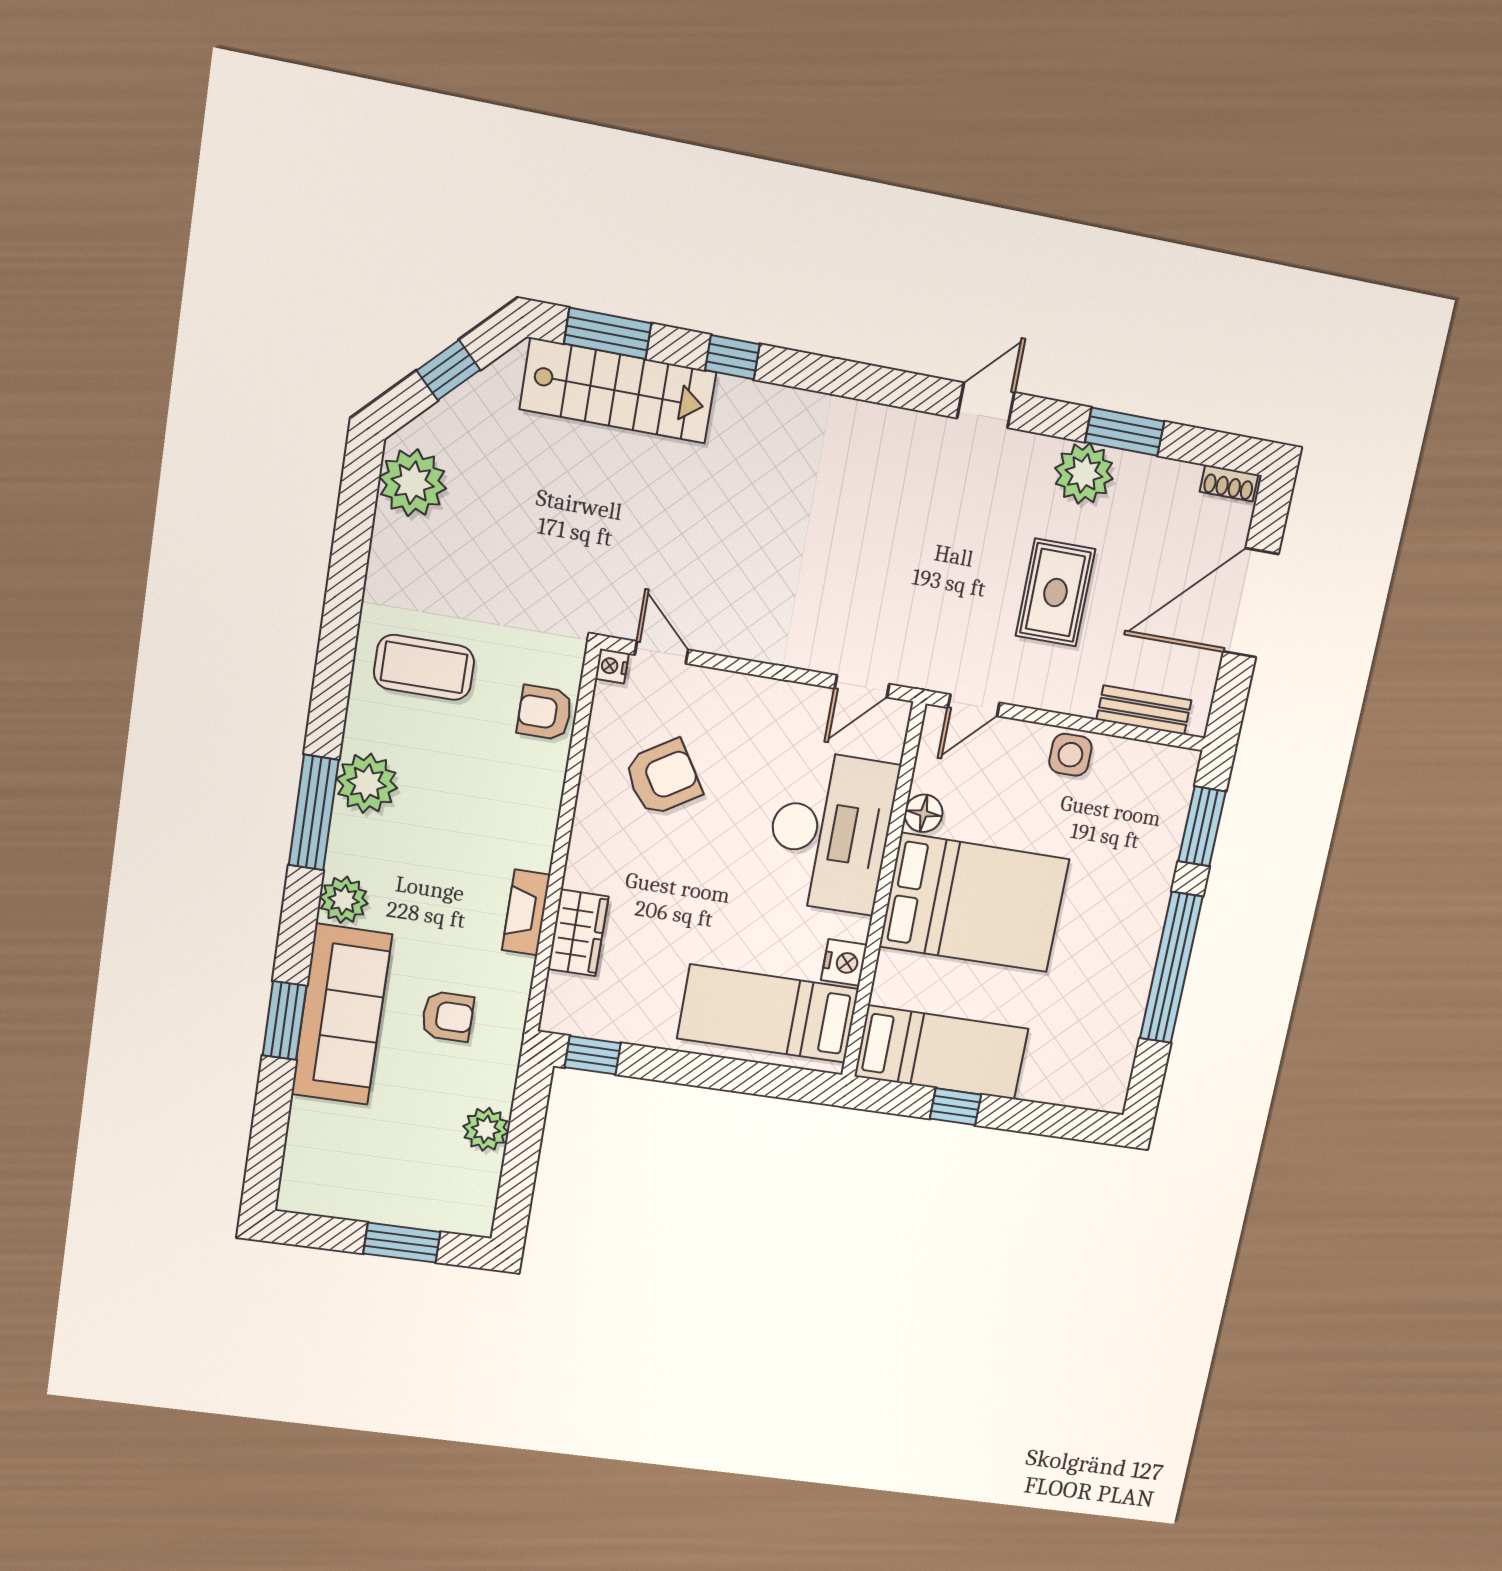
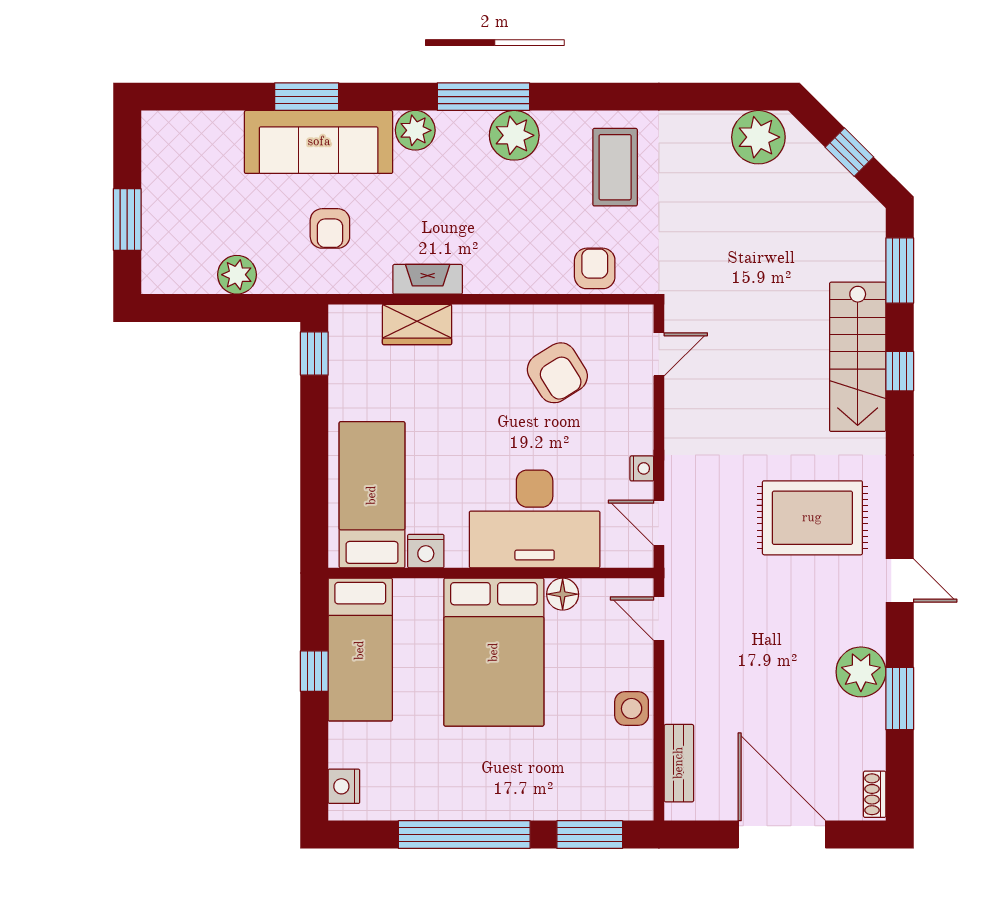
stairs: (618, 391) -> (858, 357), moved
rug: (1055, 593) -> (812, 518), moved, width x1.36, depth x1.43
nightstand: (612, 666) -> (642, 468), moved, turned 90
nightstand: (1090, 1092) -> (344, 786), added

